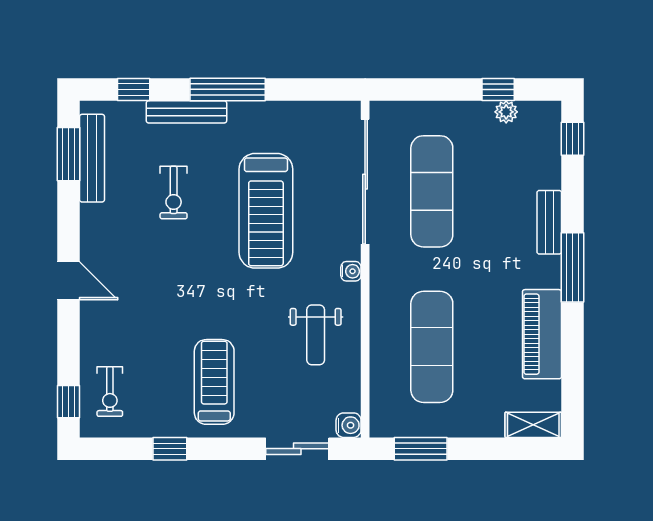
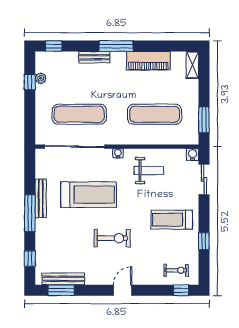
bench: (186, 112) -> (41, 198), moved
exercise bike: (174, 193) -> (112, 238), moved, width x1.38, depth x1.39

